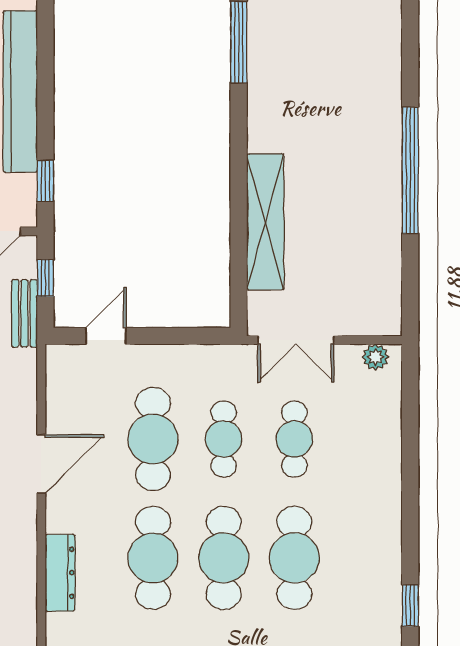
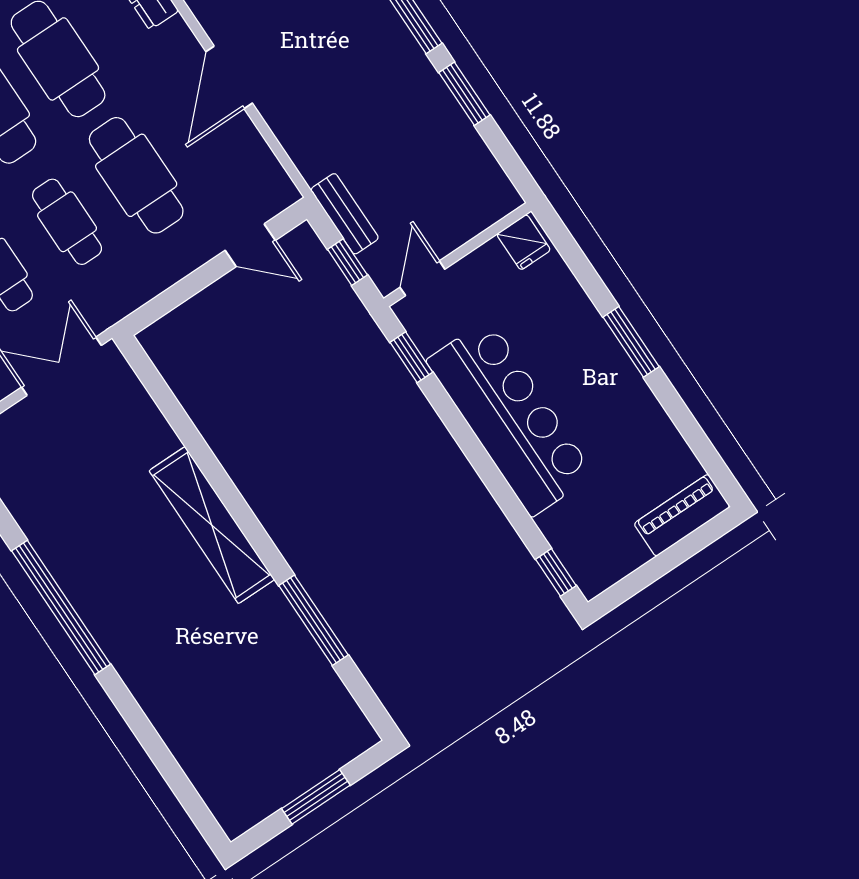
shelving: (265, 222) -> (212, 525), moved
door: (106, 336) -> (250, 245), hinge flipped

